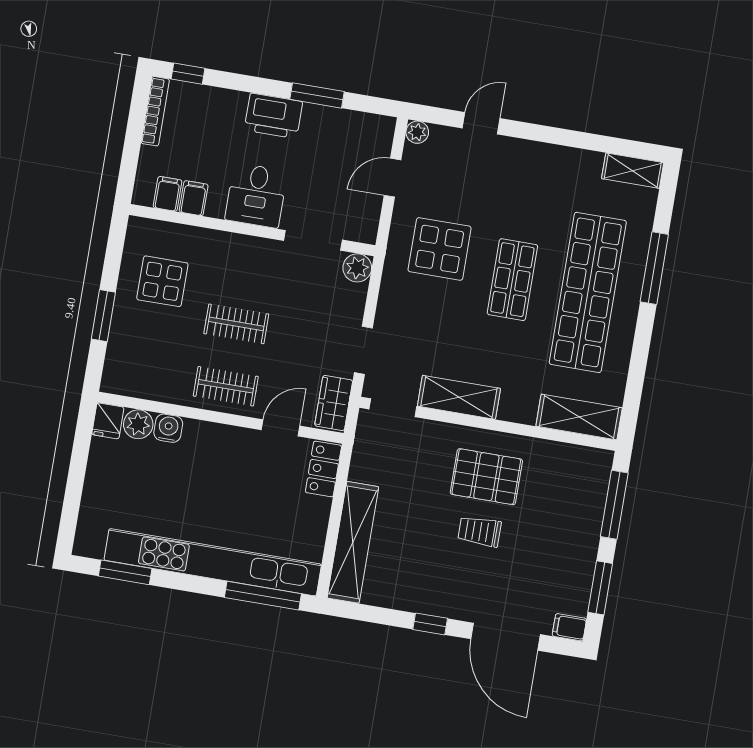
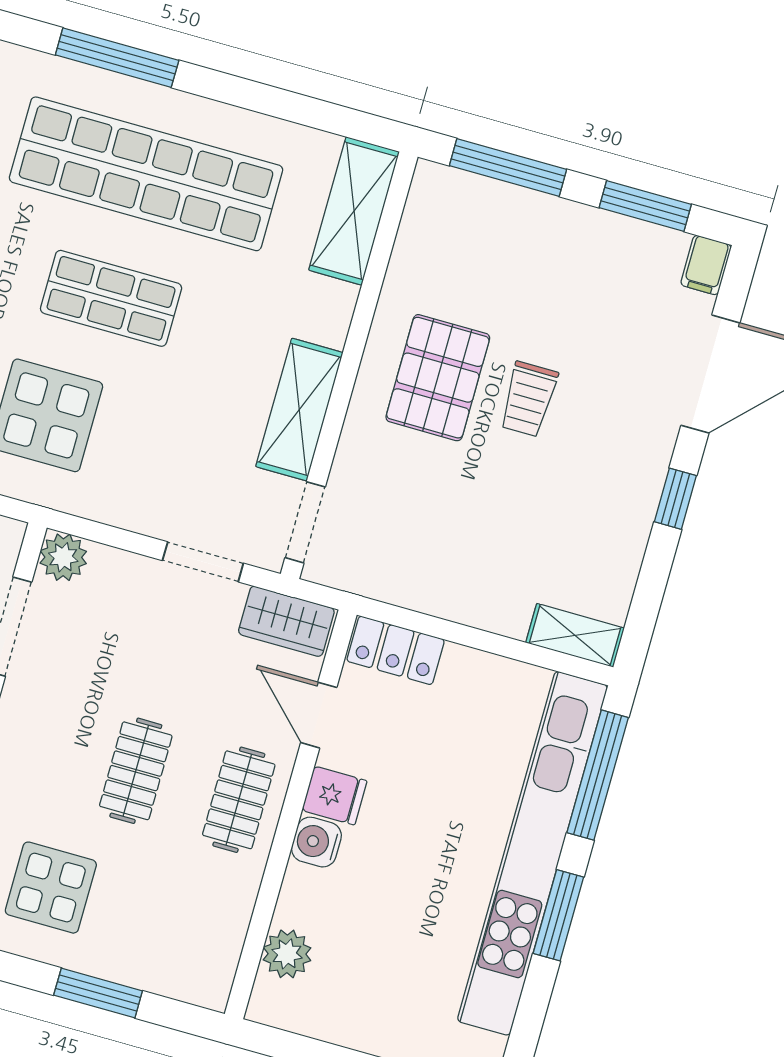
fridge: (108, 421) -> (335, 796), moved
water cooler: (168, 428) -> (316, 842), moved
shelving: (353, 542) -> (575, 635), width x0.45, depth x0.75
window: (125, 572) -> (558, 915), moved

